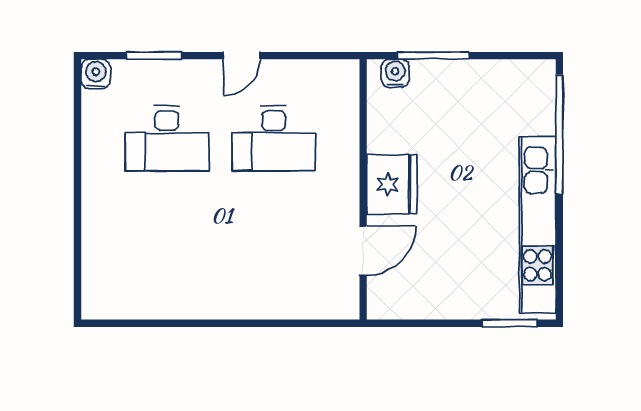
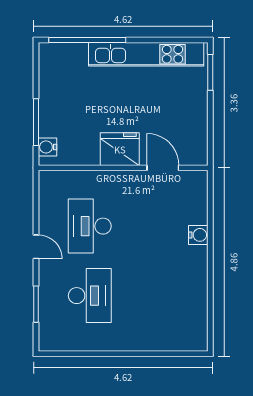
water cooler: (96, 74) -> (198, 235), moved, turned 180
desk: (274, 138) -> (90, 226), turned 180

